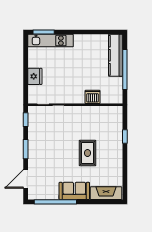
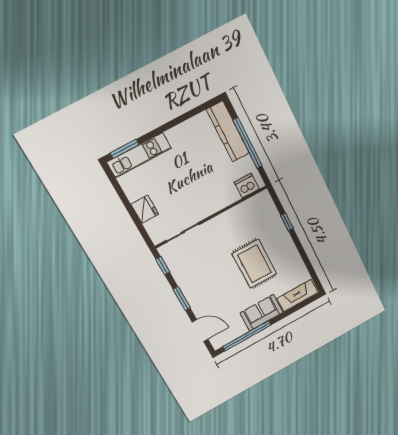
dishwasher: (93, 97) -> (247, 186), moved
rug: (88, 153) -> (255, 264), width x1.36, depth x1.43
door: (26, 179) -> (200, 331), swing flipped

